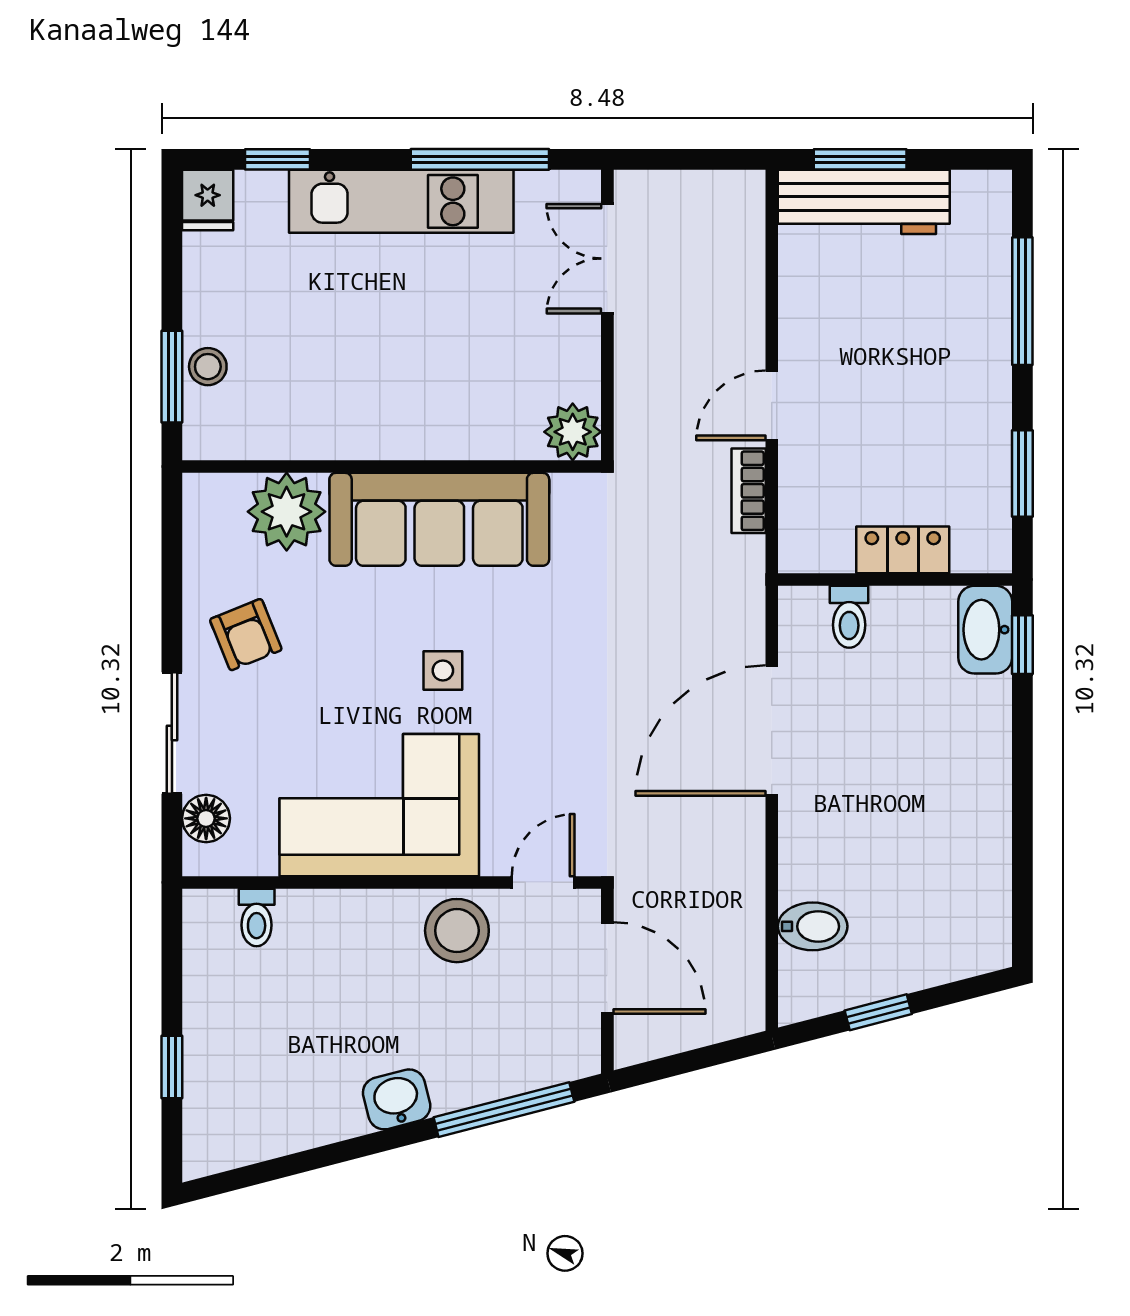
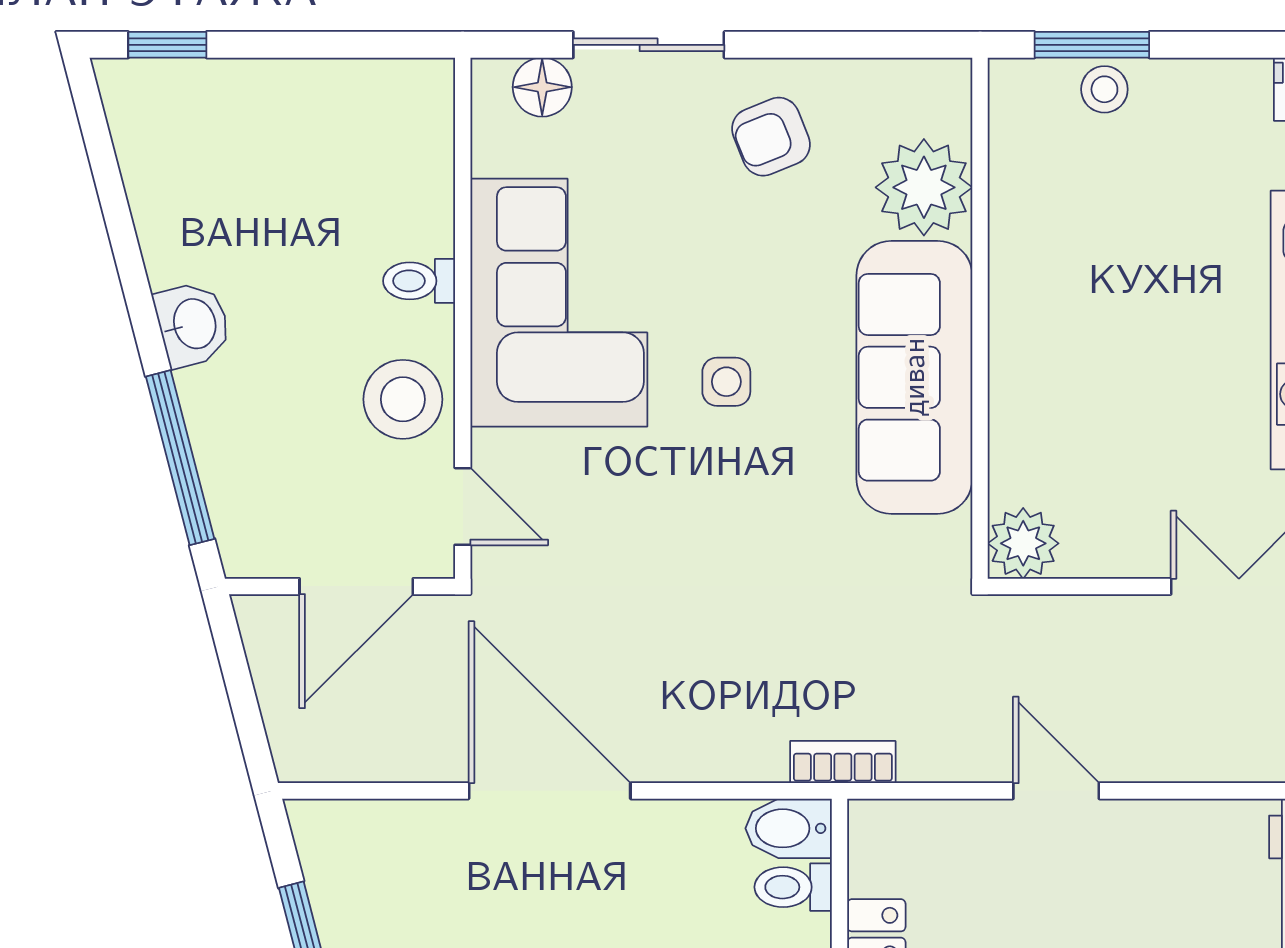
bookcase: (749, 491) -> (843, 762), moved
door: (772, 731) -> (550, 791), moved
toilet: (257, 917) -> (419, 281), moved
bidet: (813, 926) -> (789, 828), moved, turned 90
window: (172, 1067) -> (167, 45), moved

